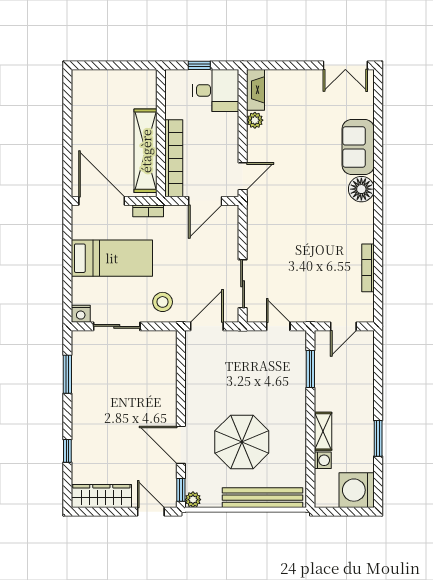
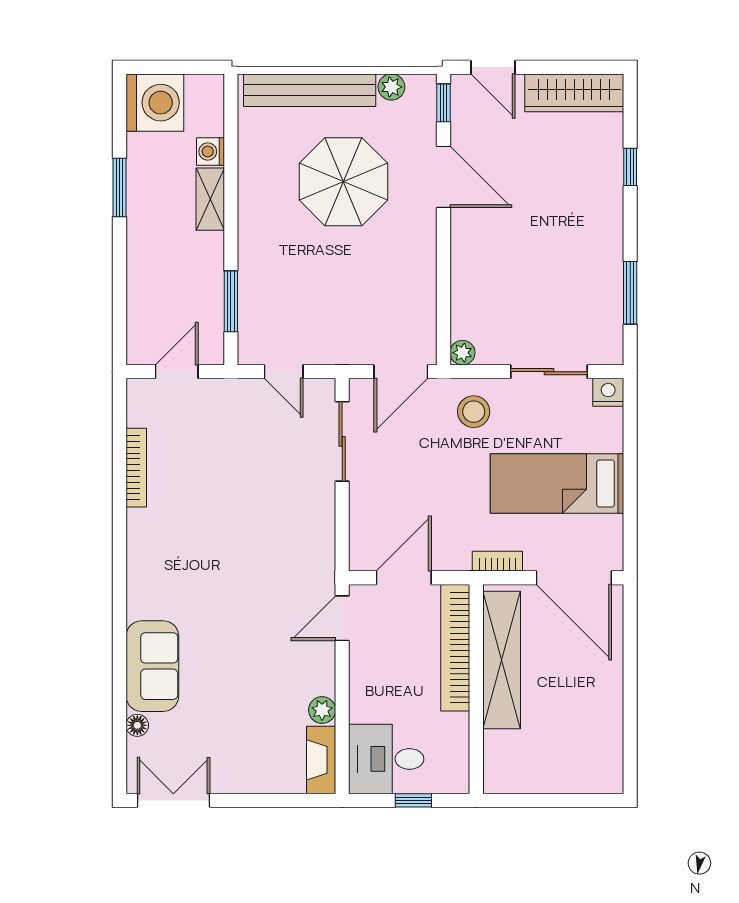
floor lamp: (361, 189) -> (137, 725), moved, width x0.53, depth x0.53
plant: (169, 338) -> (462, 353), added
plant: (193, 500) -> (391, 87), moved

